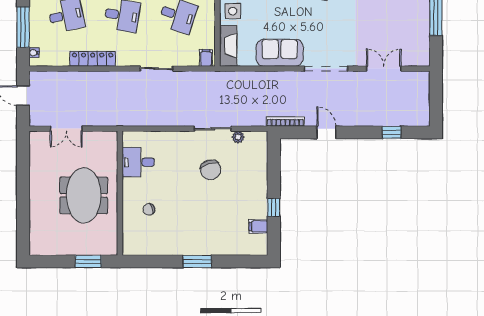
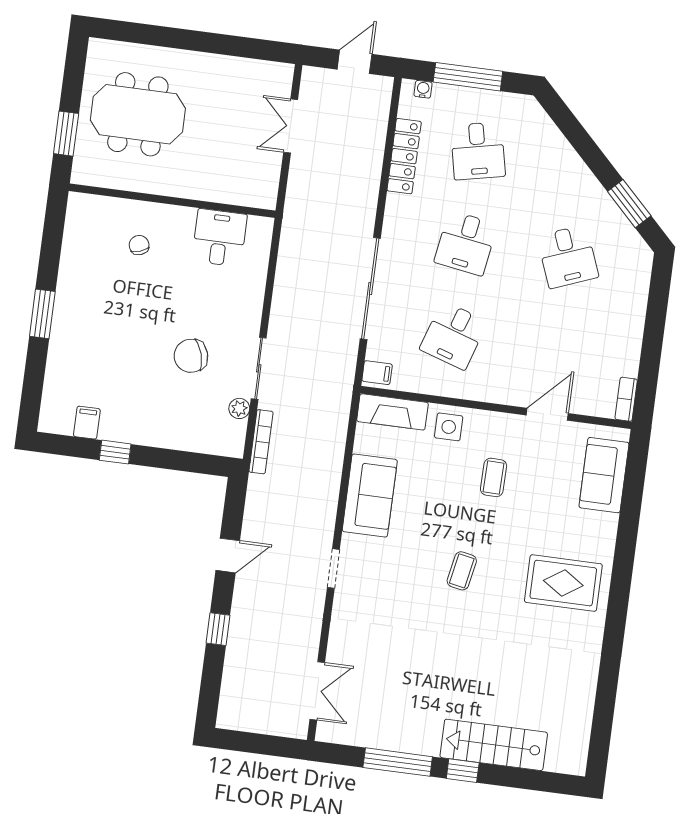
locker: (93, 59) -> (404, 156), moved
sliding door: (157, 69) -> (370, 288), width x1.86
doorway: (326, 69) -> (333, 568), width x0.53
double door: (384, 69) -> (317, 691), moved
bookcase: (285, 121) -> (261, 442), moved
window: (392, 132) -> (218, 629), moved
meeting table: (84, 195) -> (138, 114), moved

